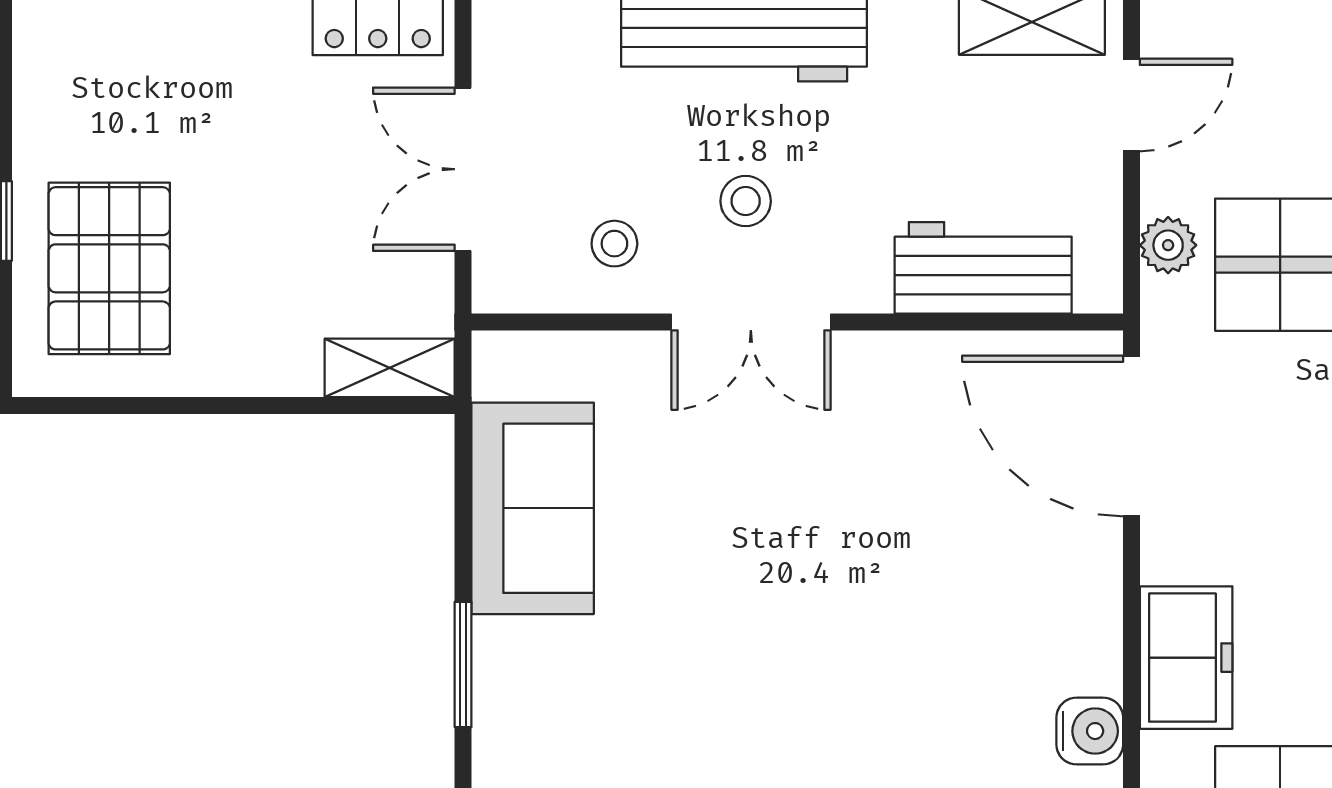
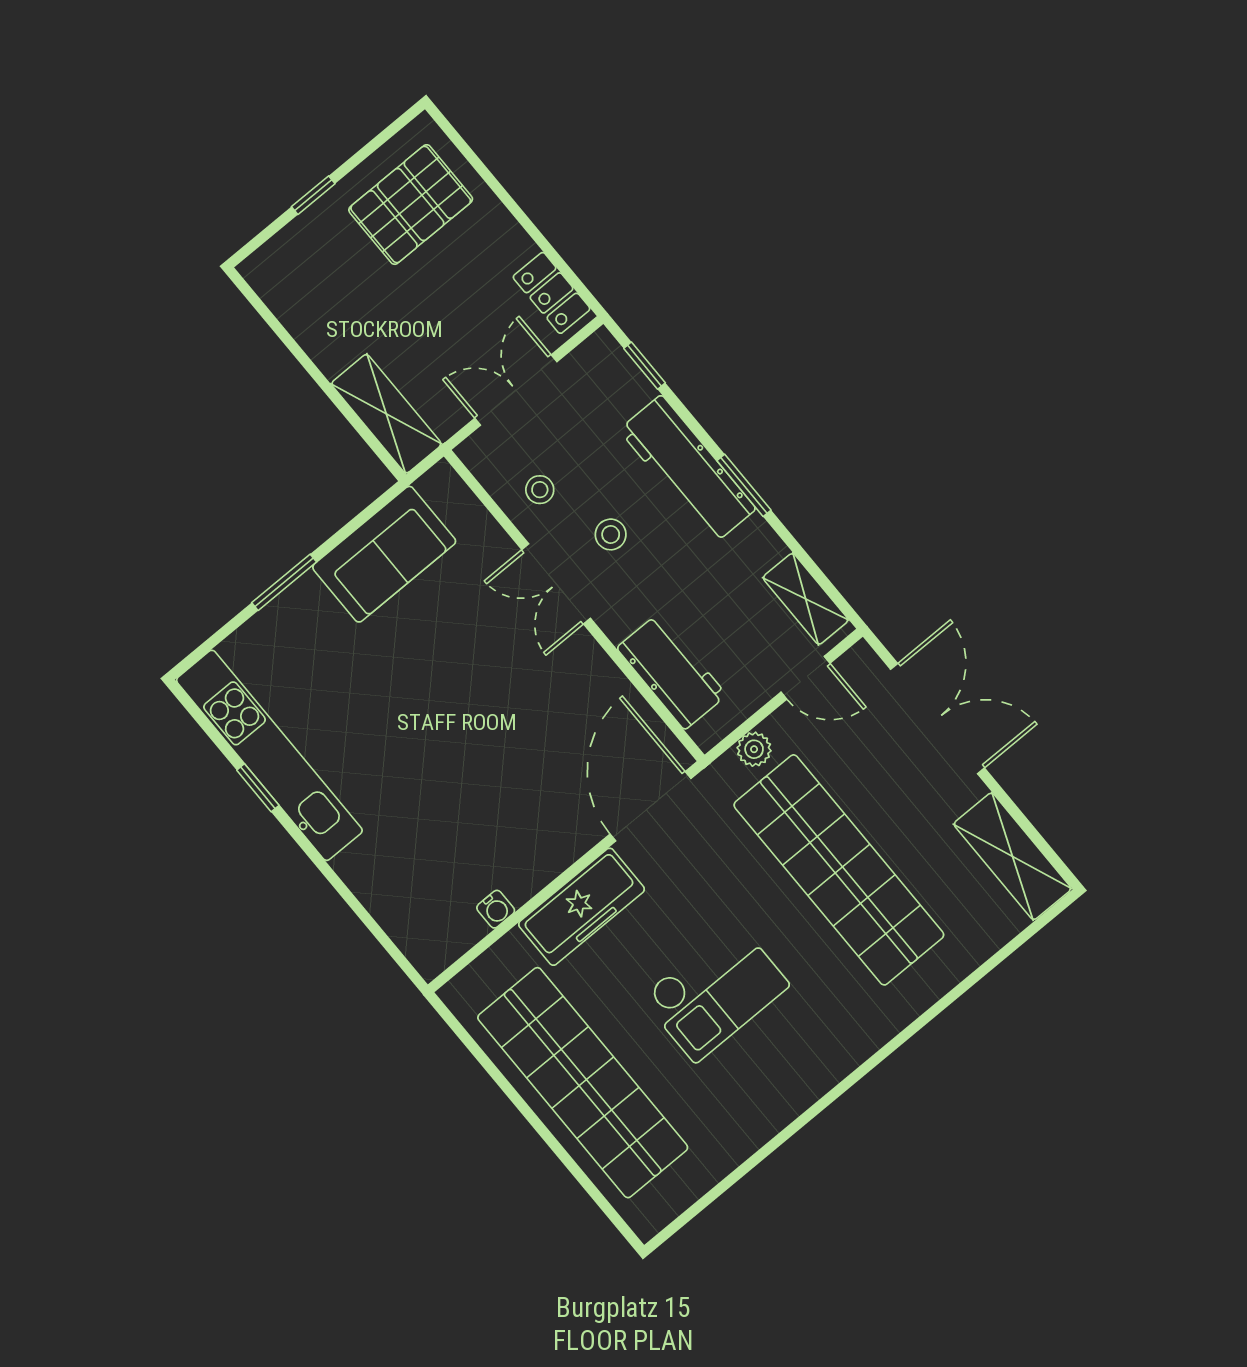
pallet: (109, 268) -> (411, 205), moved
shelving: (390, 368) -> (386, 414), width x1.50, depth x1.33
freezer: (1186, 658) -> (582, 907), width x1.40
water cooler: (1090, 731) -> (496, 909), width x0.72, depth x0.72

